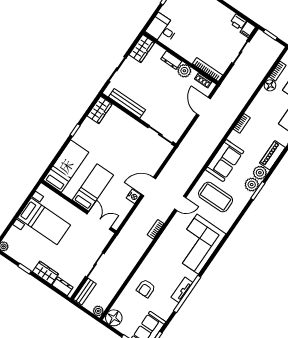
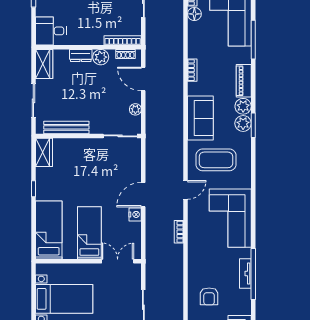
plant: (184, 124) -> (135, 109), added

